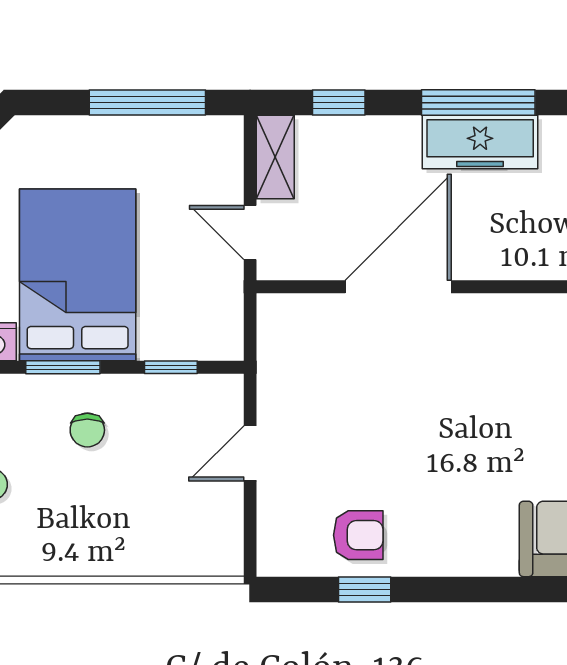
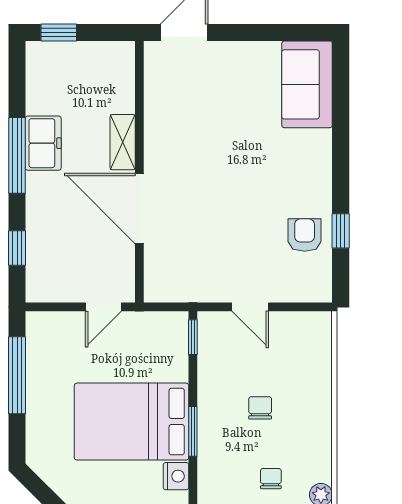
freezer: (480, 142) -> (43, 143), width x0.71
shelving: (275, 157) -> (123, 142), moved, turned 90
window: (171, 367) -> (193, 337), moved
chair: (87, 430) -> (260, 408), moved, turned -90

